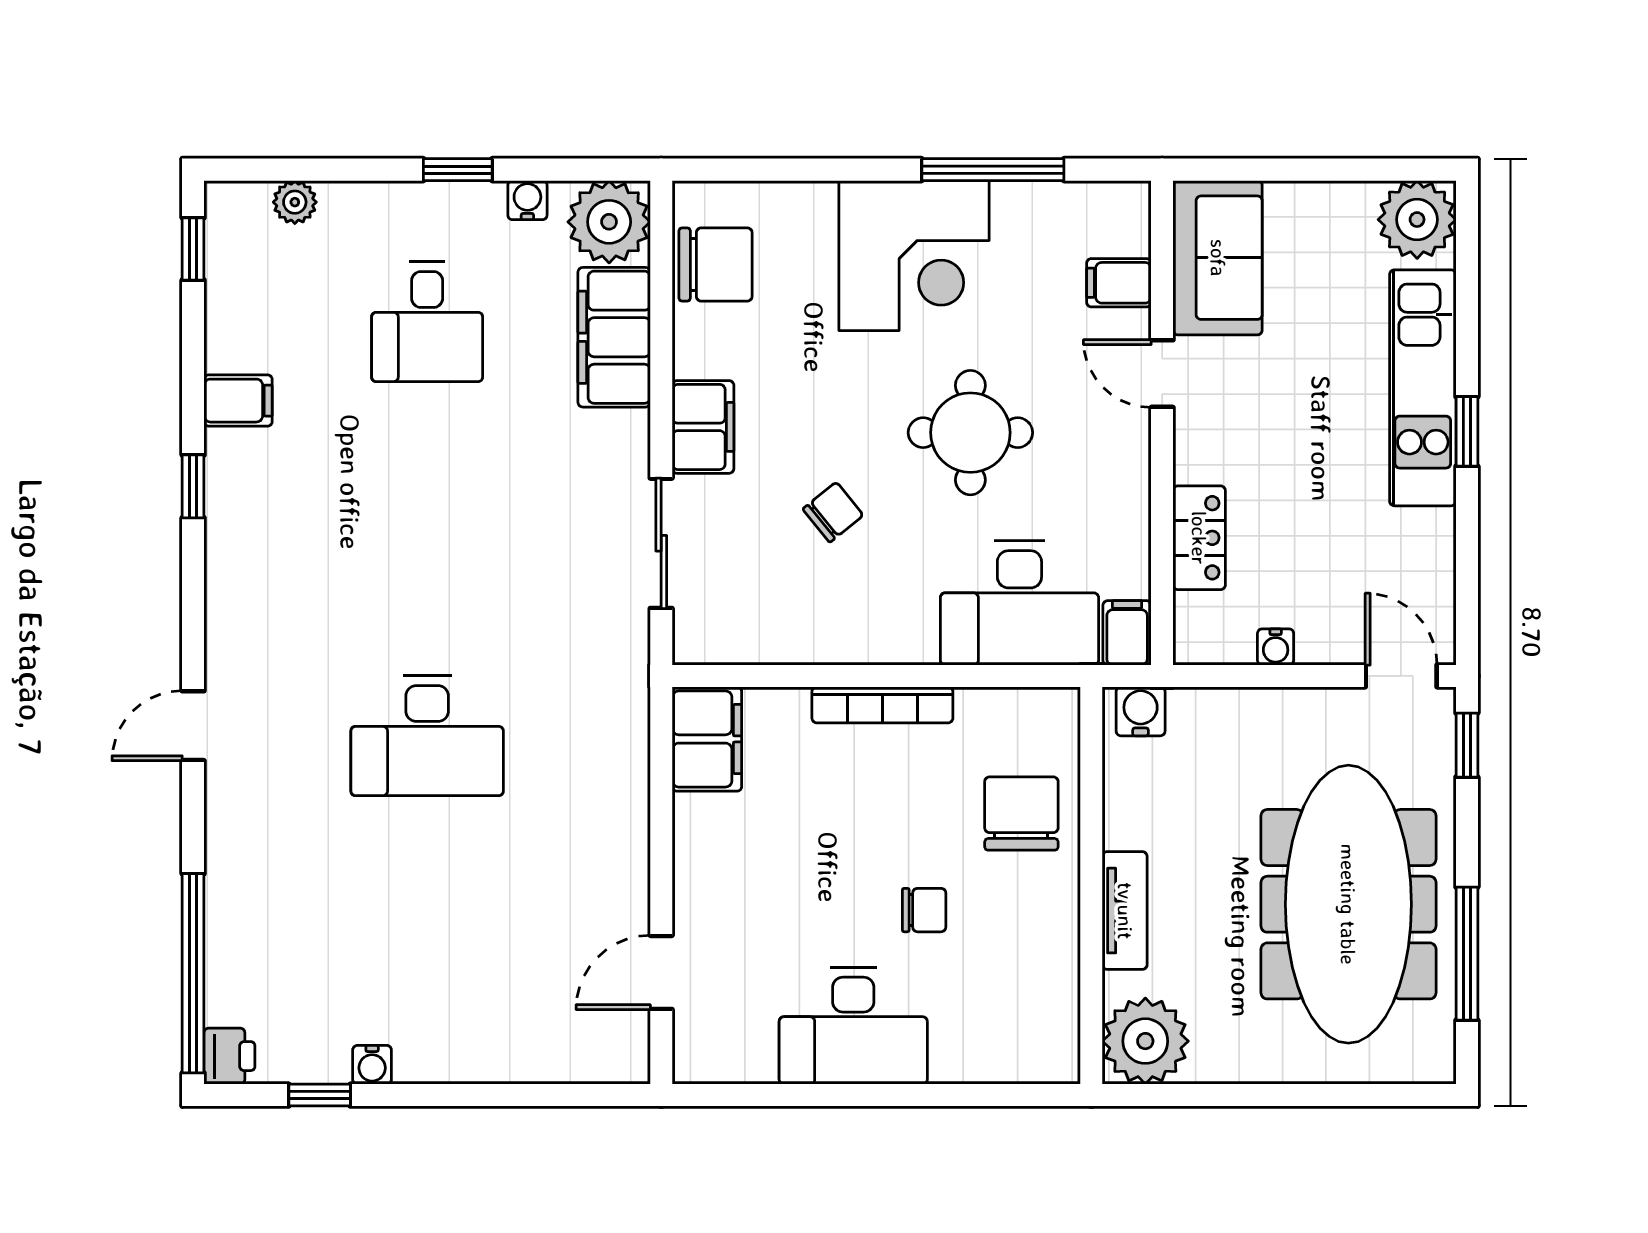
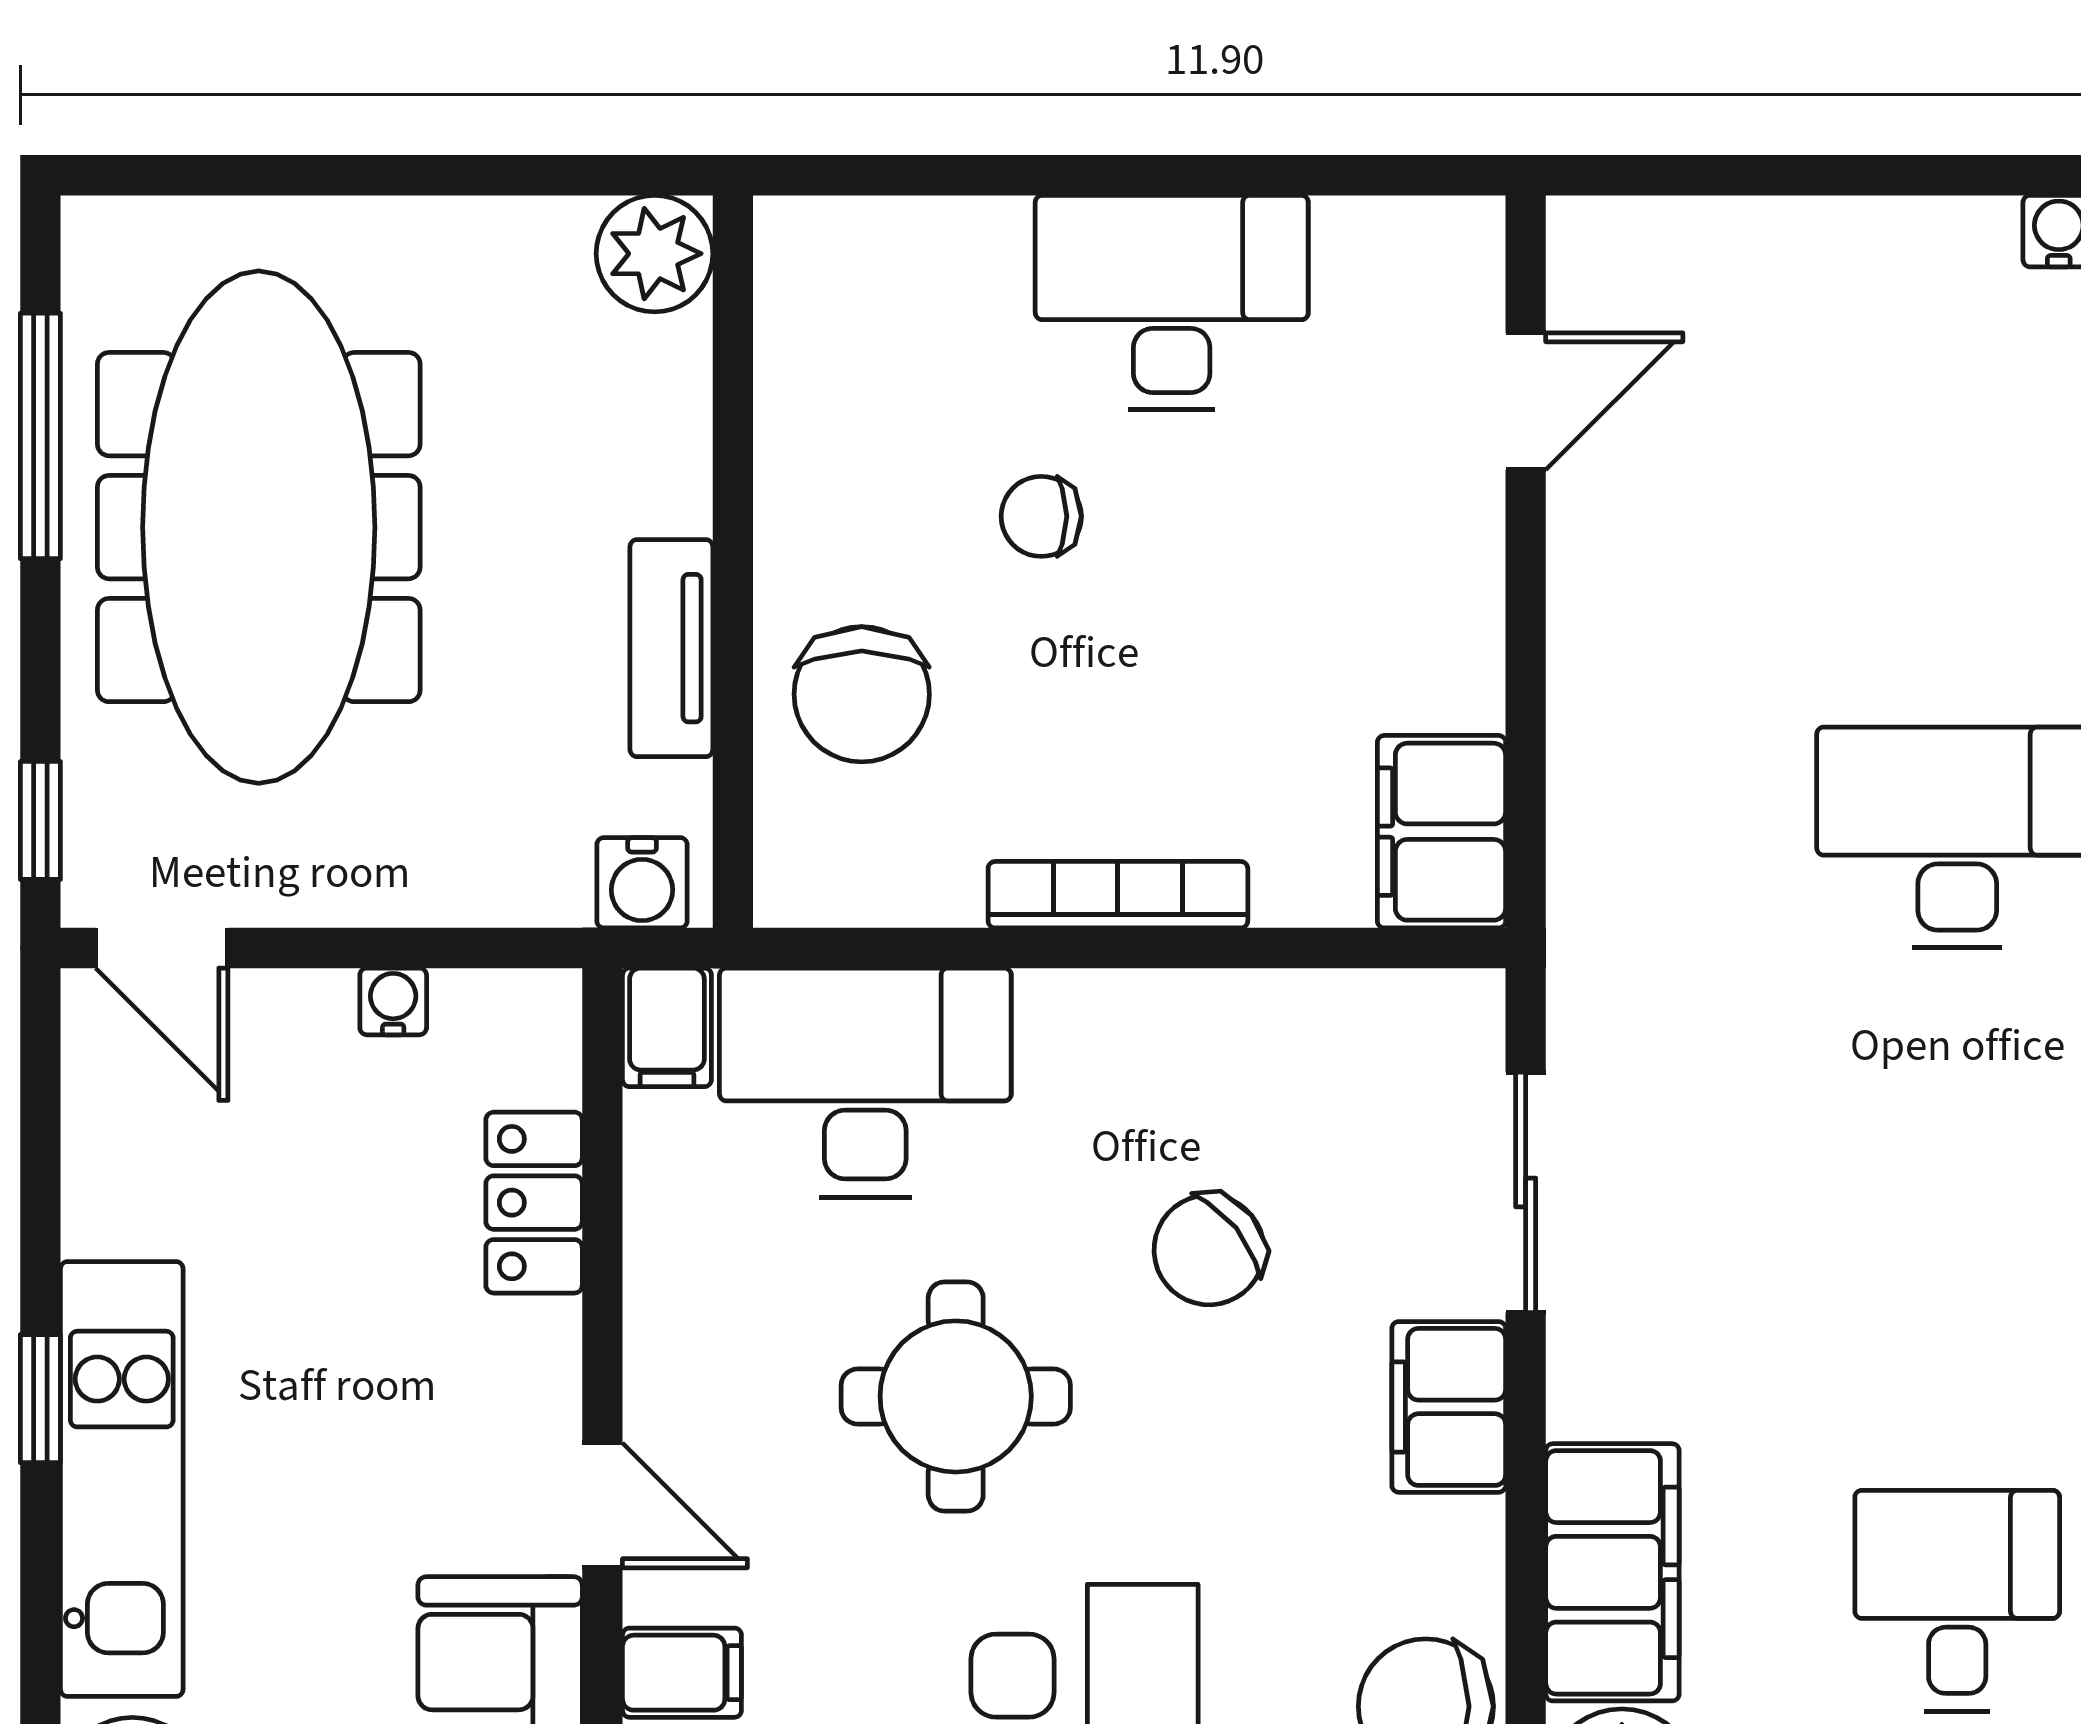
chair: (833, 512) -> (1209, 1250), width x1.37, depth x1.37
tv unit: (1125, 911) -> (671, 648), moved
plant: (1145, 1041) -> (655, 254), width x0.73, depth x0.73

